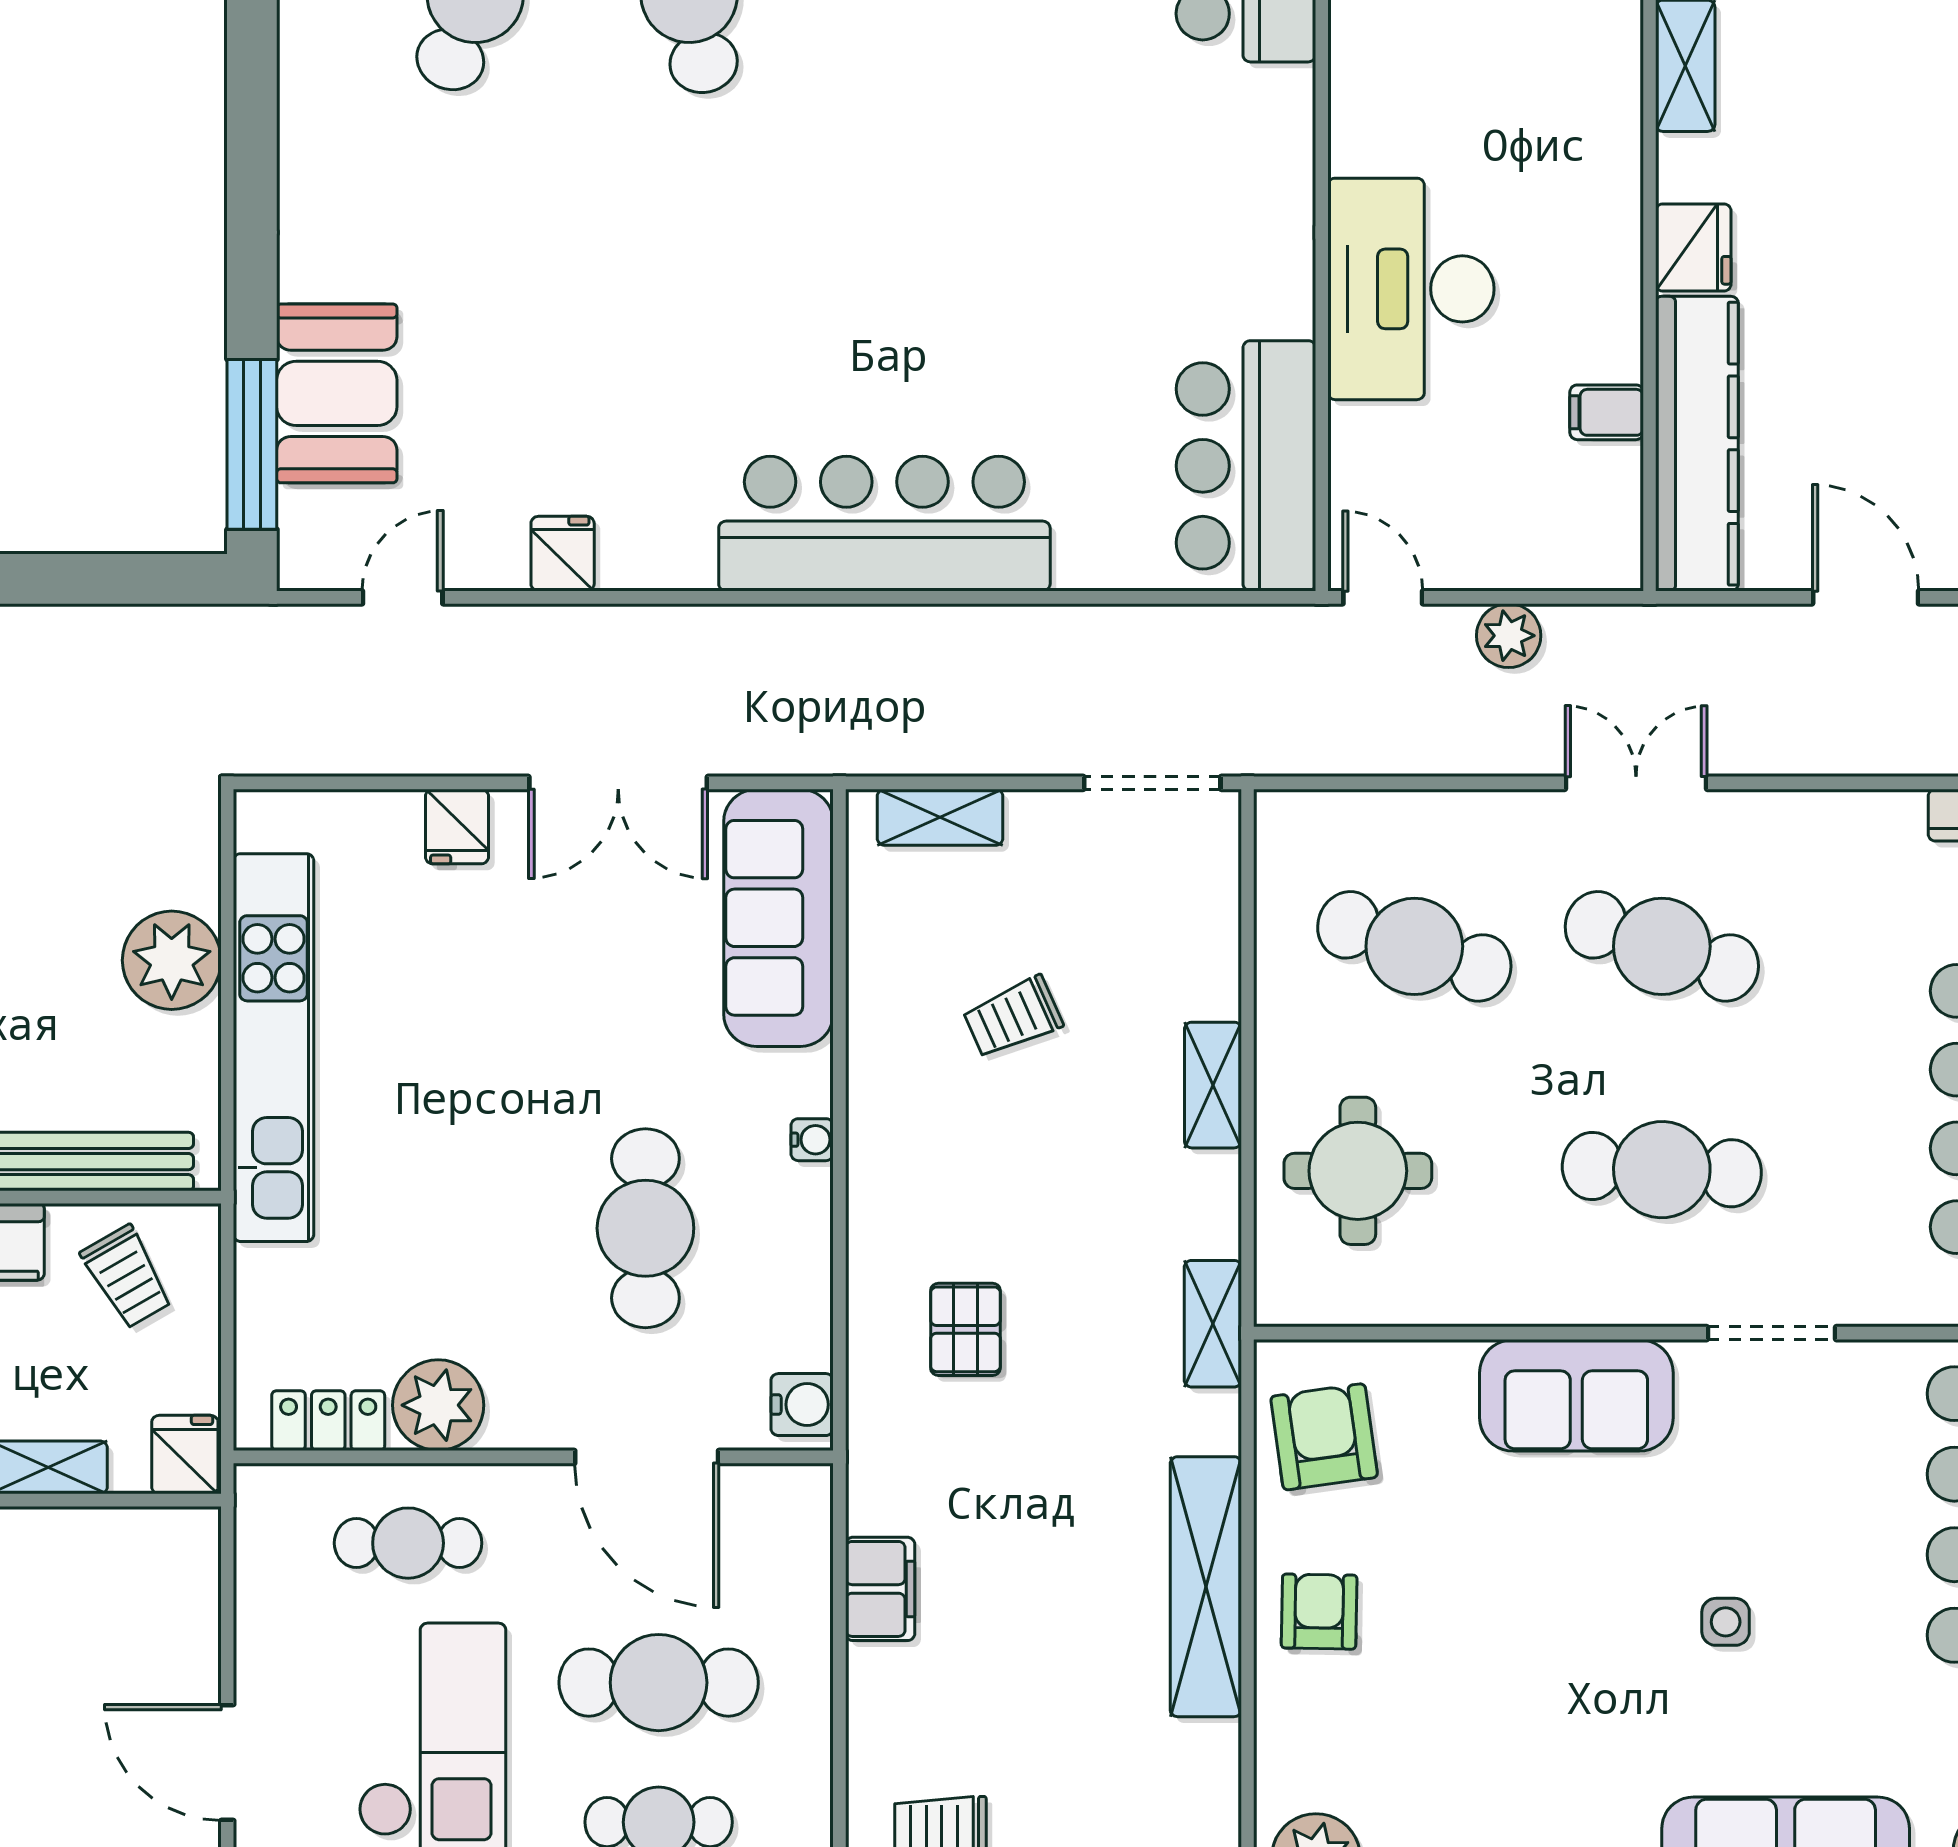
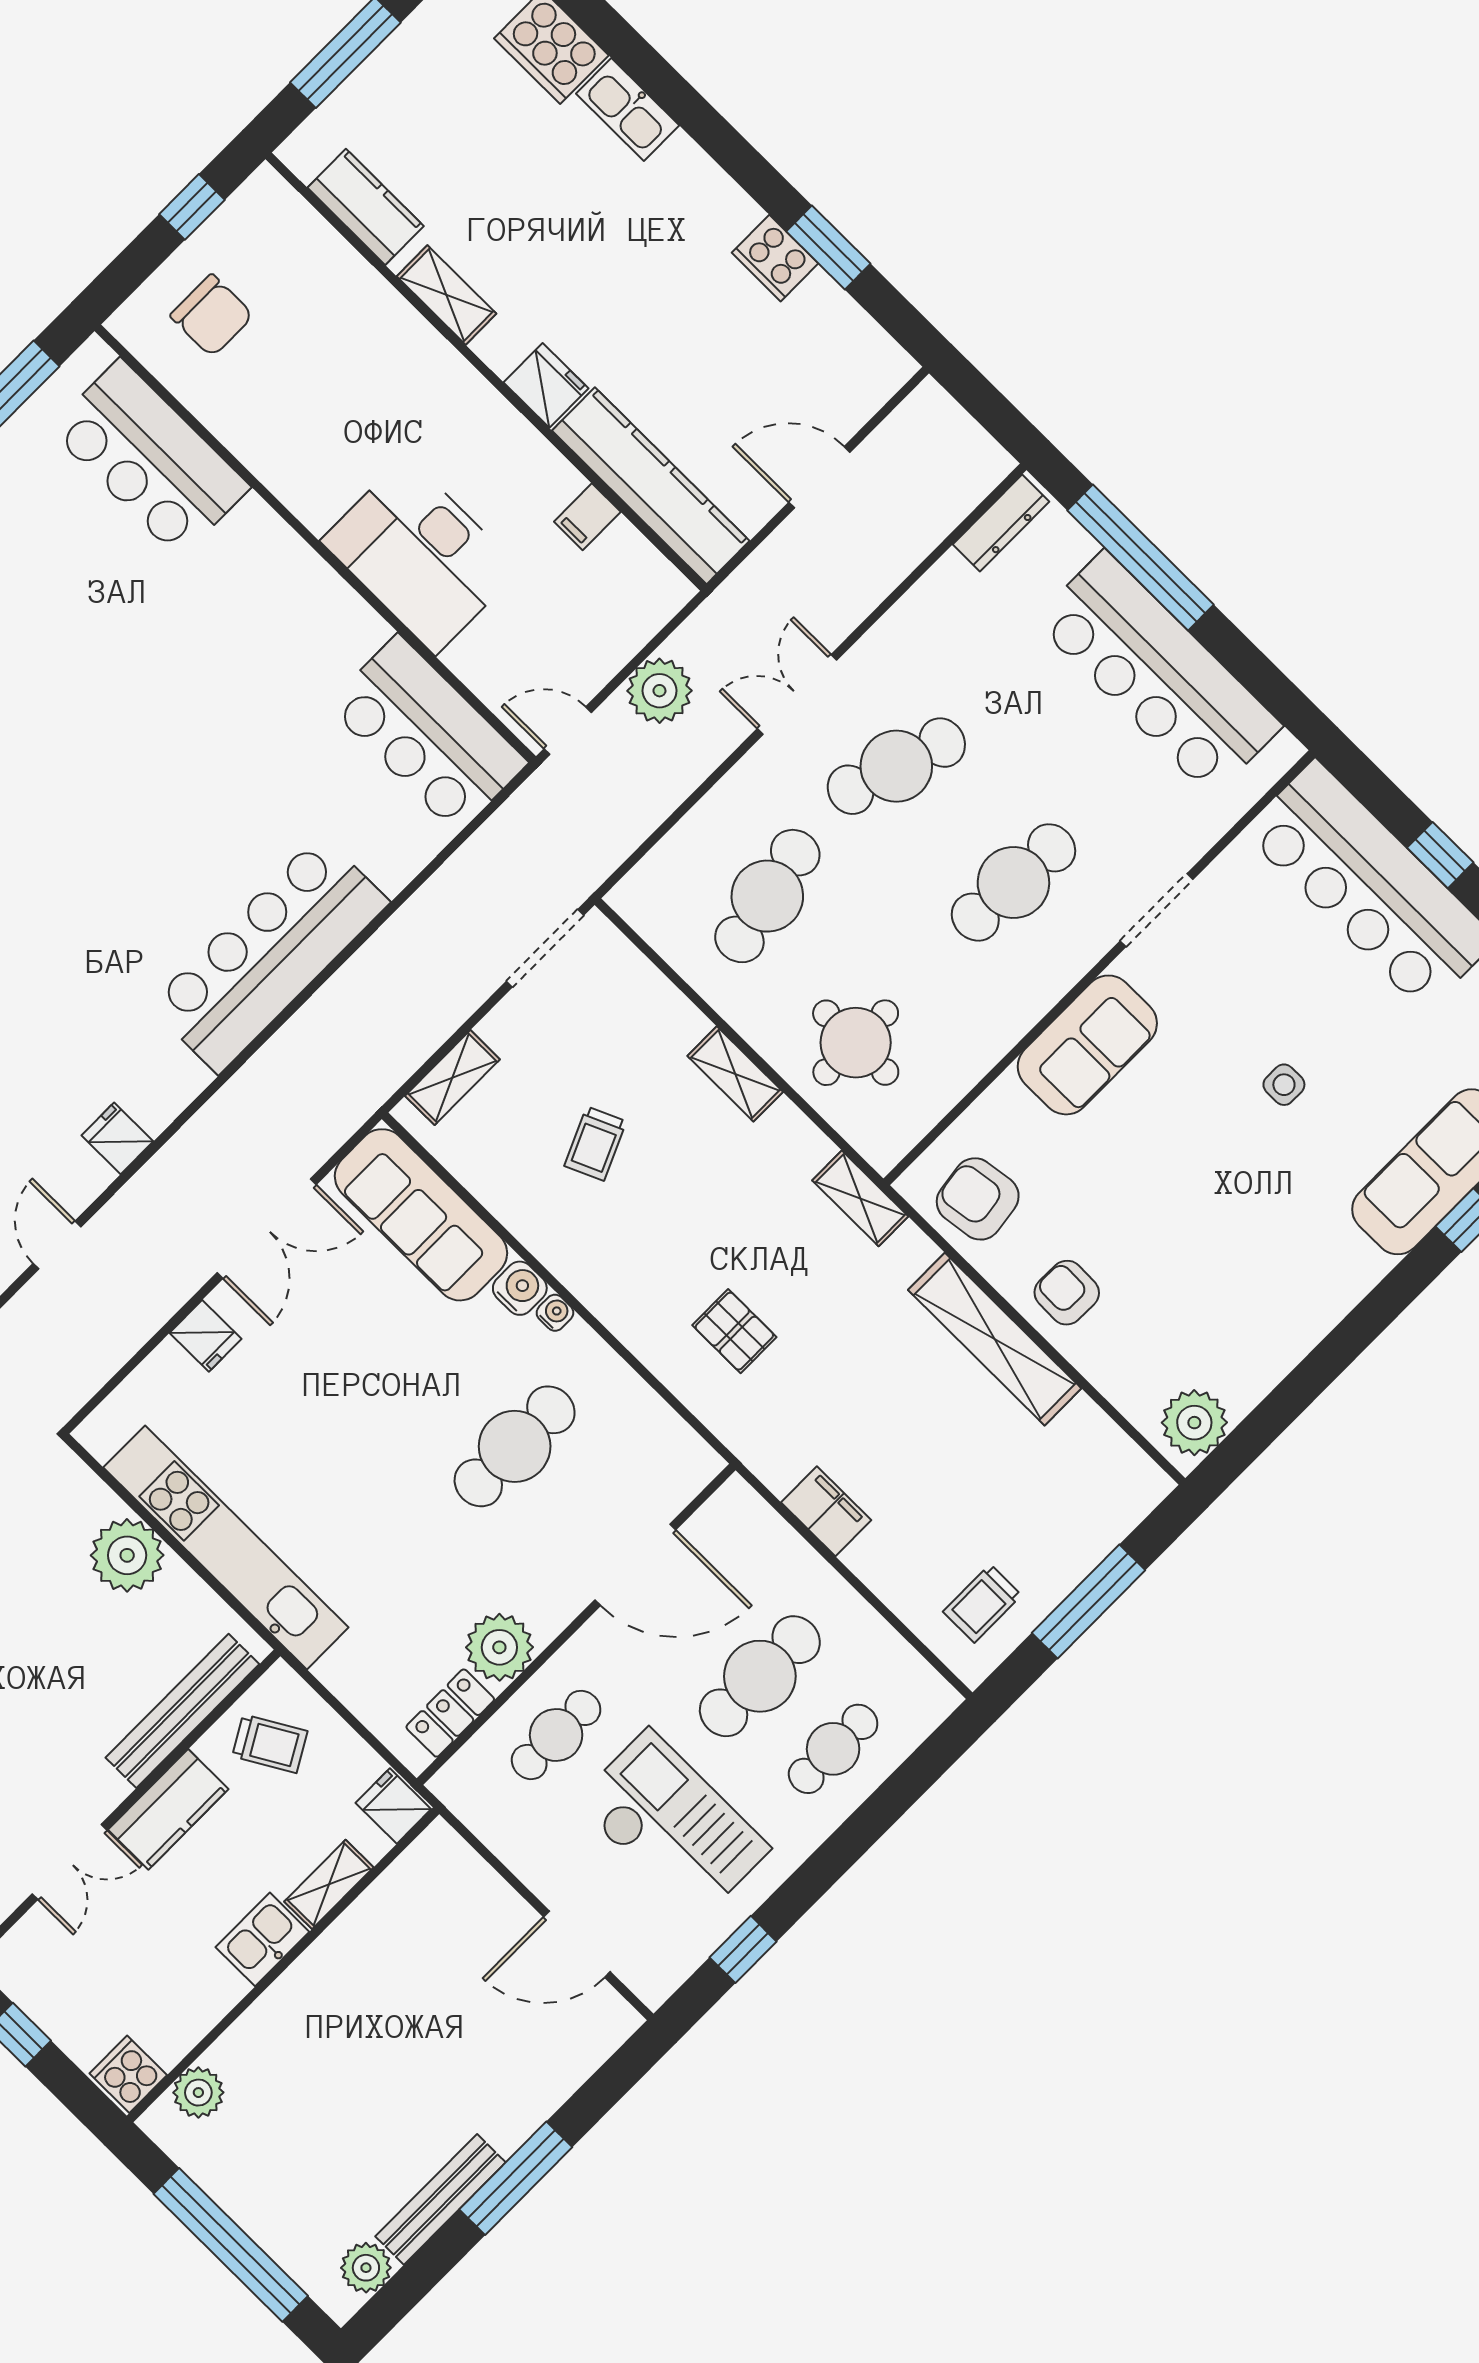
plant: (1509, 636) -> (659, 691), width x1.36, depth x1.36
cafe table: (1414, 946) -> (767, 896), turned -30
cafe table: (645, 1228) -> (515, 1446), turned 90
water cooler: (802, 1405) -> (520, 1288), moved

